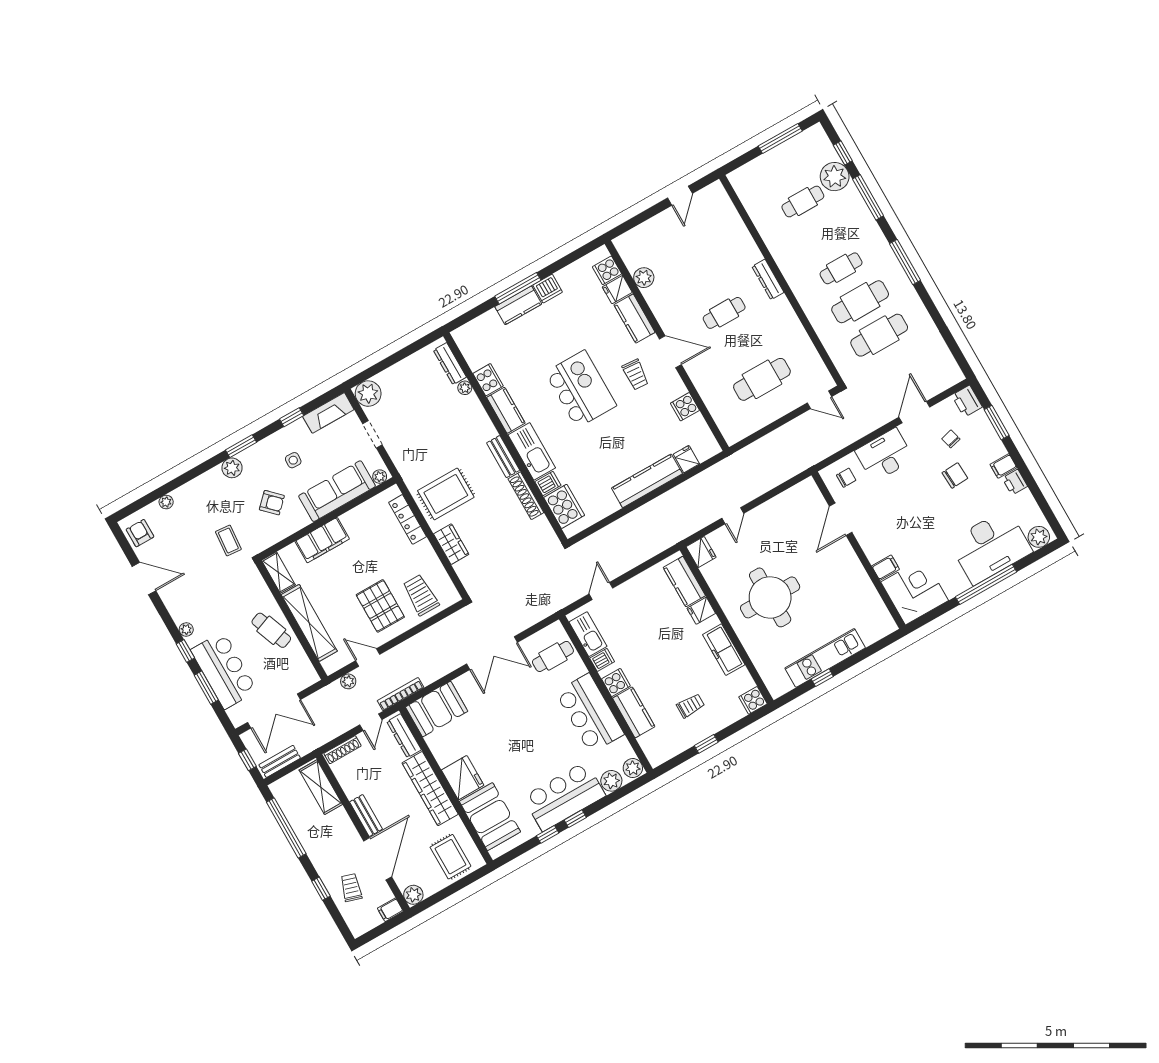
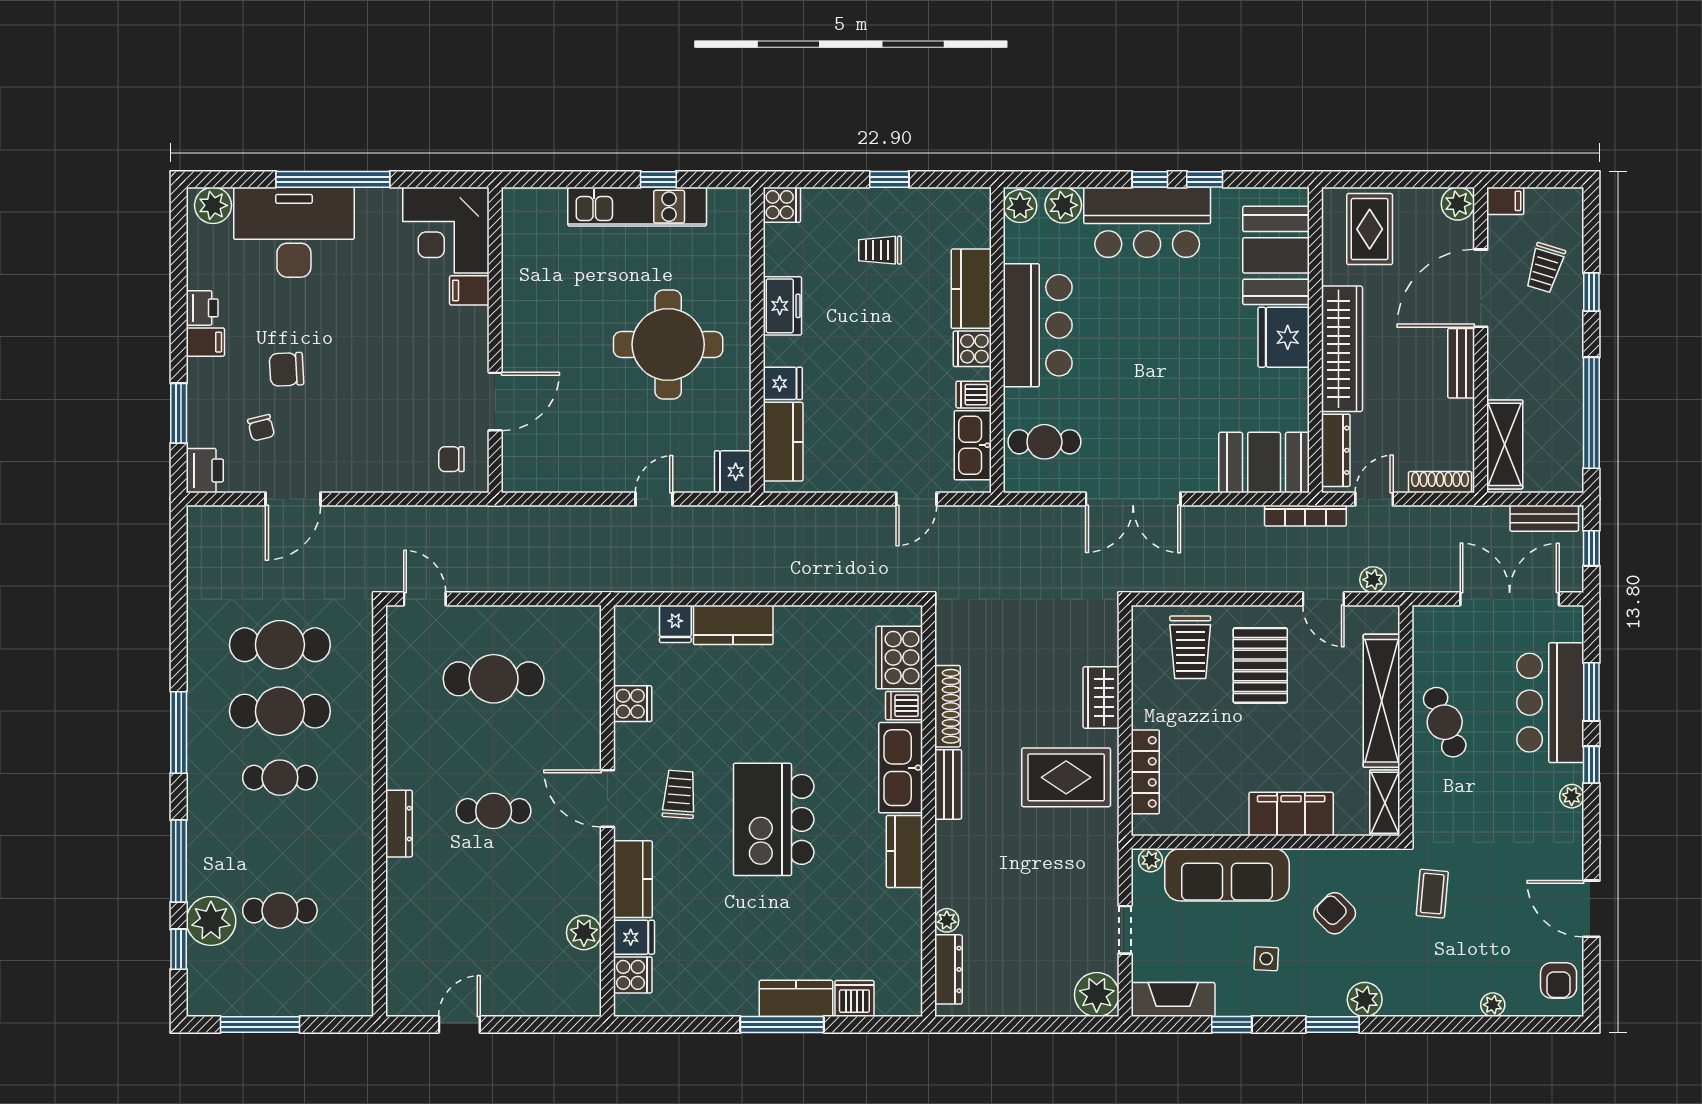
dishwasher: (548, 289) -> (854, 999), moved
cooker: (488, 380) -> (905, 913), removed
desk: (885, 455) -> (374, 460), removed
kitchen counter: (647, 481) -> (733, 625), width x0.67
freezer: (724, 650) -> (782, 306), width x0.71
double door: (492, 653) -> (1133, 499), swing flipped

